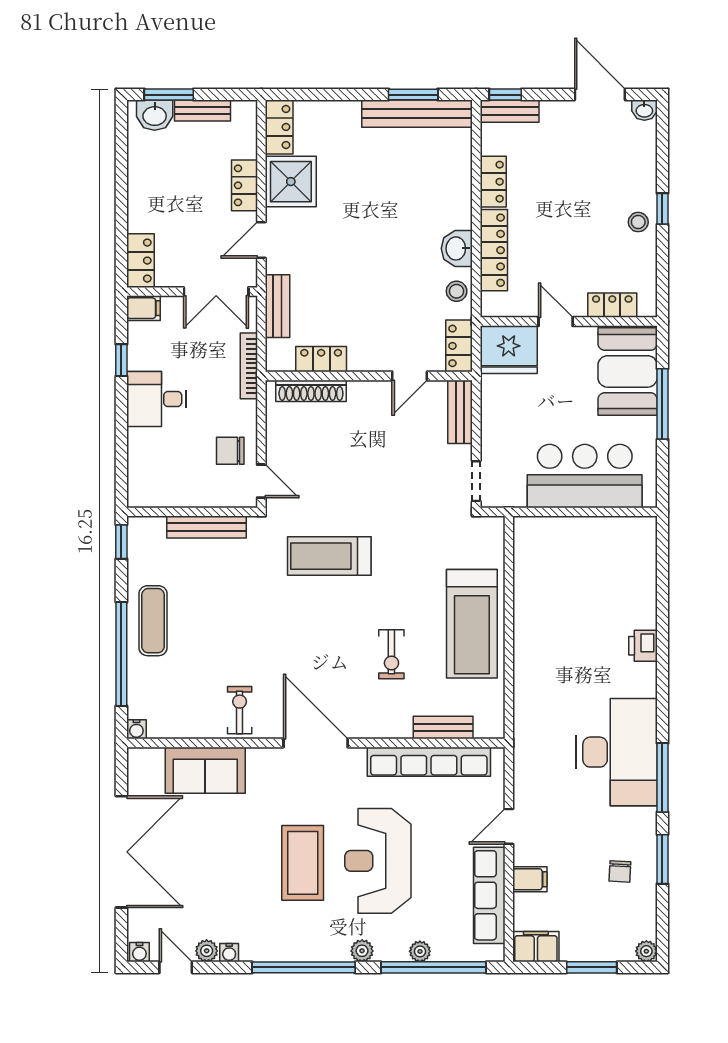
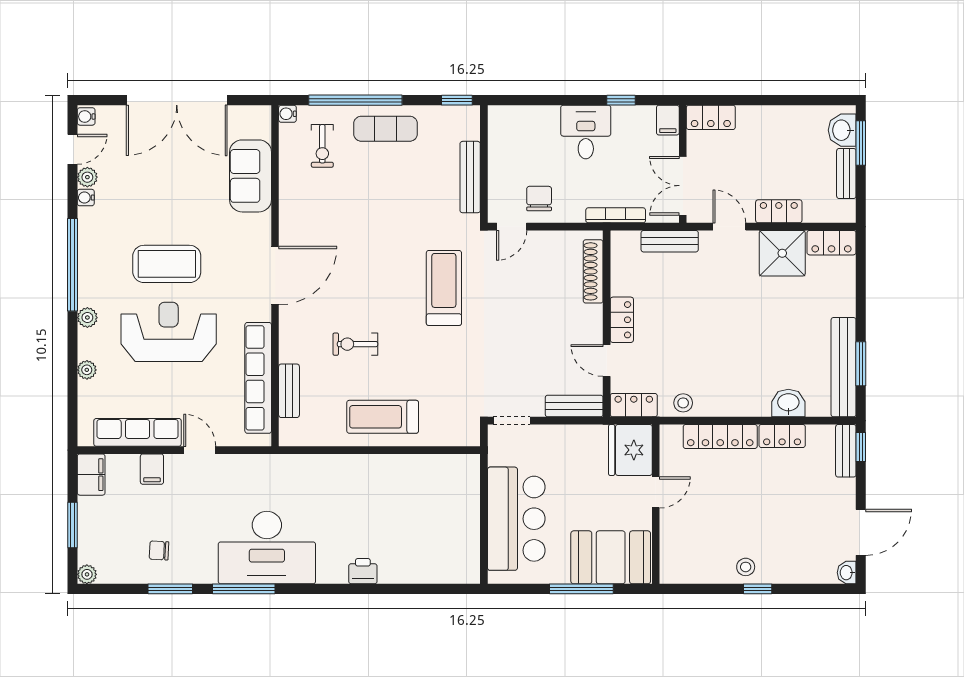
washbasin: (457, 248) -> (788, 403), moved
locker: (612, 305) -> (671, 544), removed
locker: (321, 359) -> (622, 320), moved
treadmill: (472, 624) -> (383, 417), width x0.73, depth x0.73
exercise bike: (240, 710) -> (322, 146), moved, turned 90
window: (434, 967) -> (72, 382), removed

